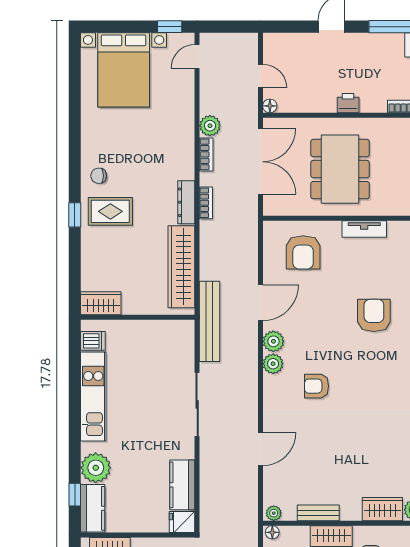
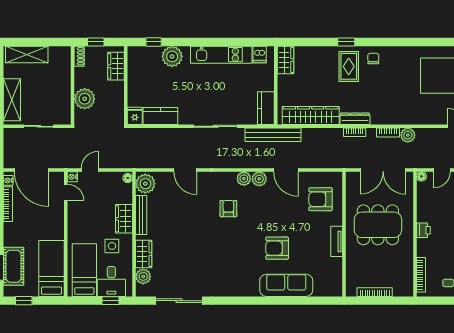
armchair: (374, 315) -> (277, 248), turned 180
kitchen counter: (93, 508) -> (266, 108), moved, turned 90
plant: (274, 513) -> (145, 184), width x1.88, depth x1.88
bench: (318, 513) -> (141, 215), width x1.36

